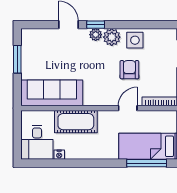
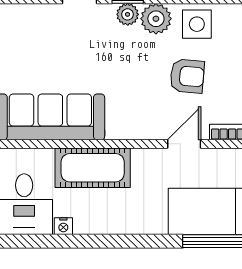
armchair: (129, 70) -> (187, 76), turned 95

